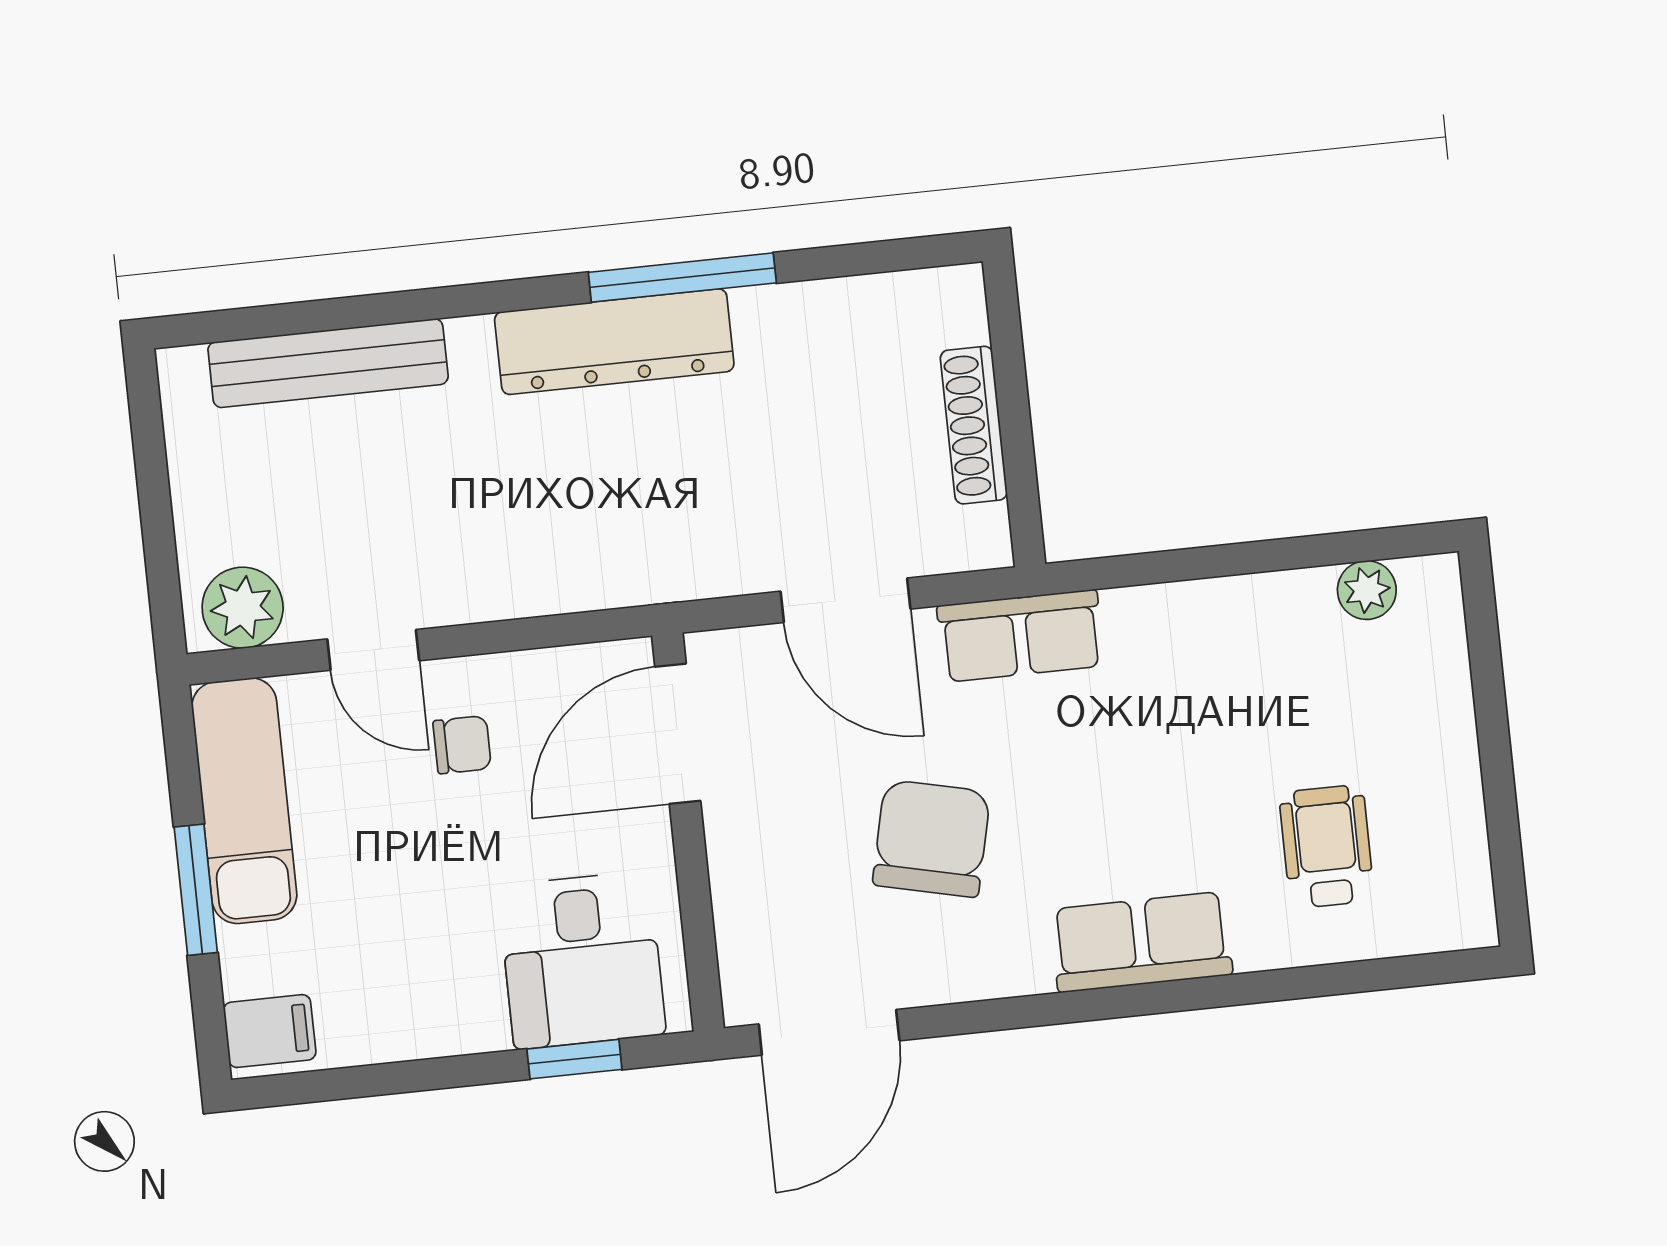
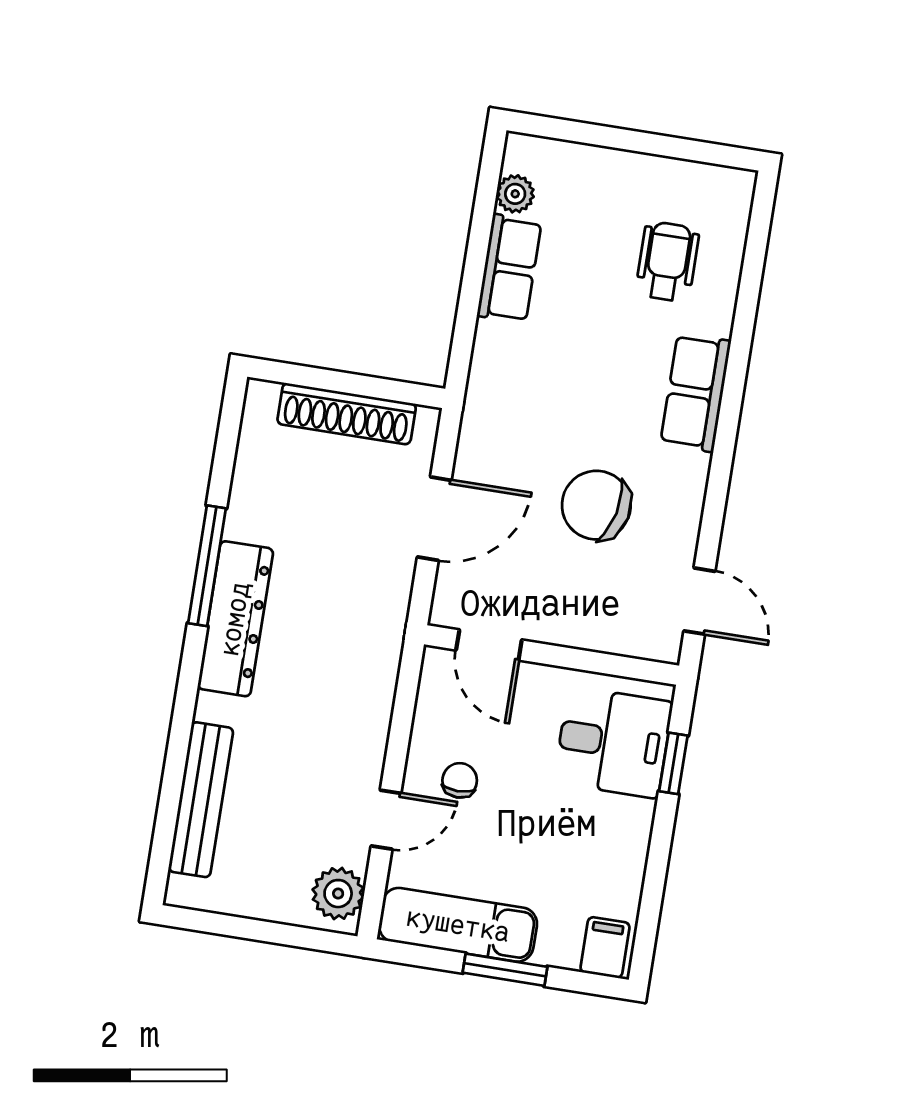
shoe rack: (974, 425) -> (347, 414), width x1.36, depth x1.24
row of seats: (1020, 636) -> (509, 268), moved
door: (678, 734) -> (489, 645), width x0.73
wheelchair: (1327, 847) -> (667, 262), turned 90
door: (829, 1032) -> (699, 601), width x0.73

